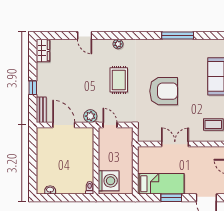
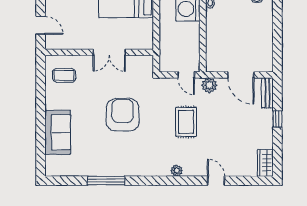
rug: (119, 80) -> (186, 122), moved
armchair: (164, 91) -> (123, 115), turned 90

